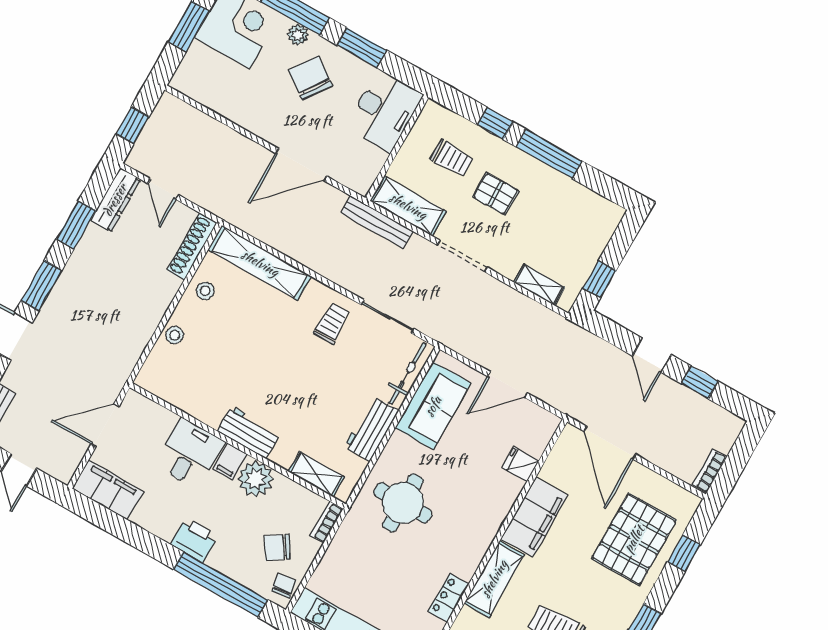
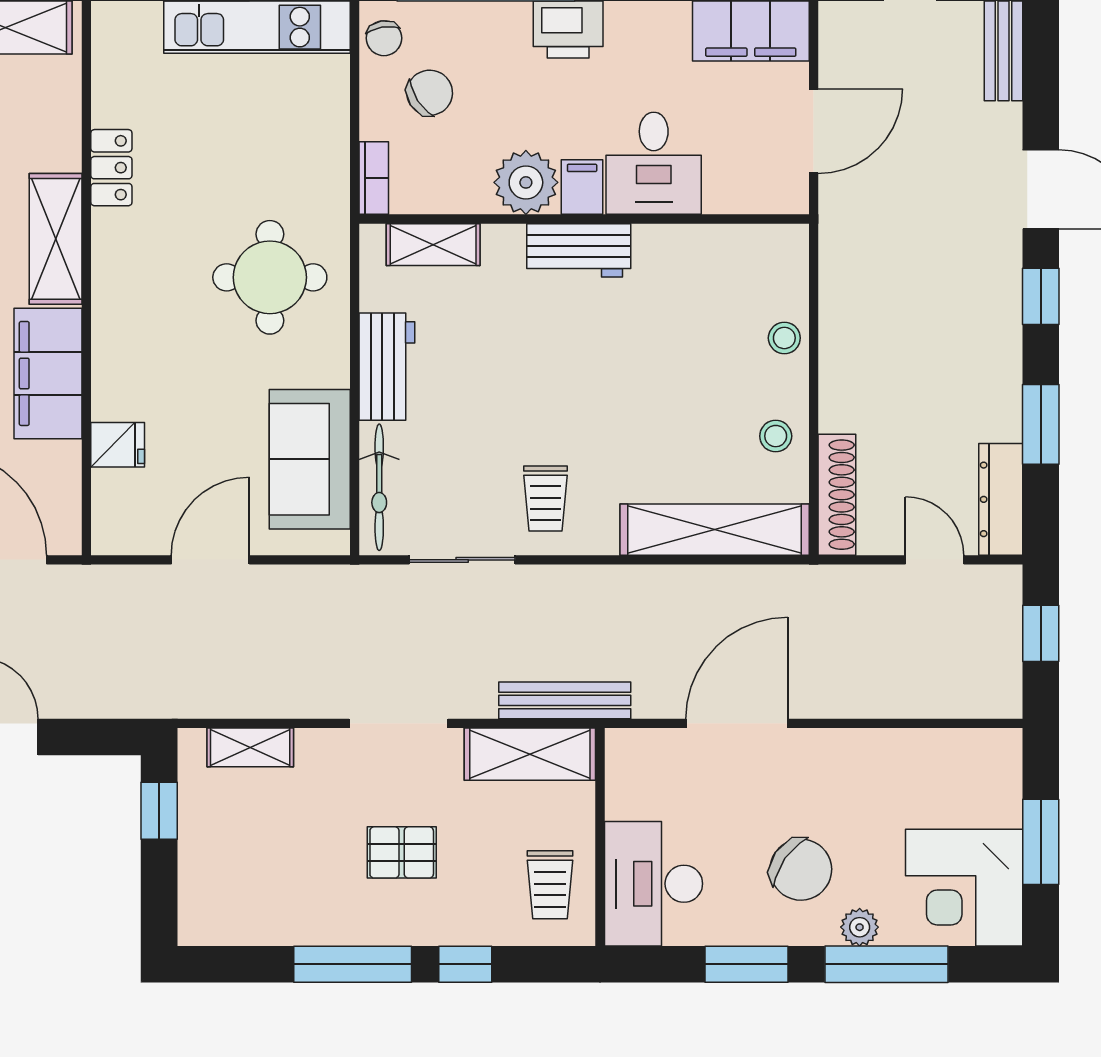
trolley: (452, 158) -> (550, 885), moved, turned -90
window: (42, 286) -> (1041, 296), width x0.67

